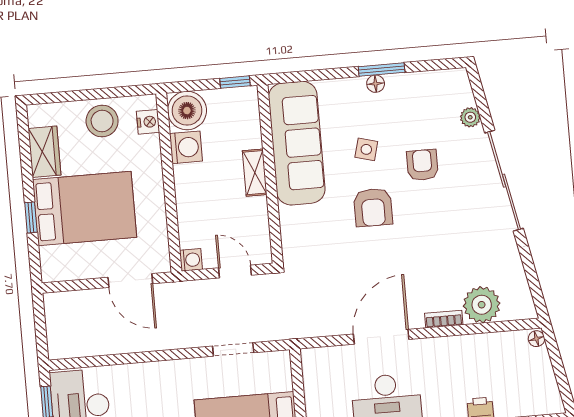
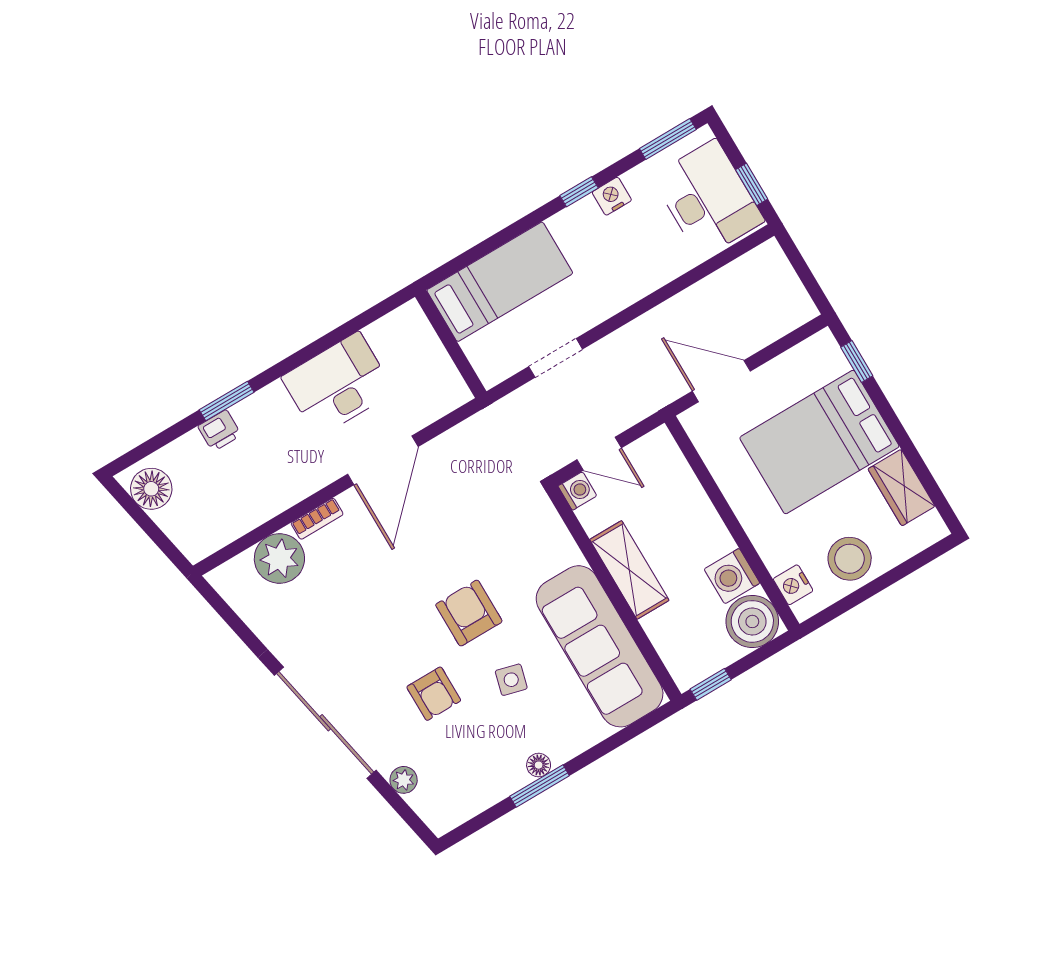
shelving: (255, 173) -> (629, 570), width x1.50, depth x1.33
window: (31, 217) -> (857, 361), moved
washing machine: (191, 260) -> (577, 491), moved, turned 180
floor lamp: (536, 339) -> (151, 489), moved, width x1.89, depth x1.89

